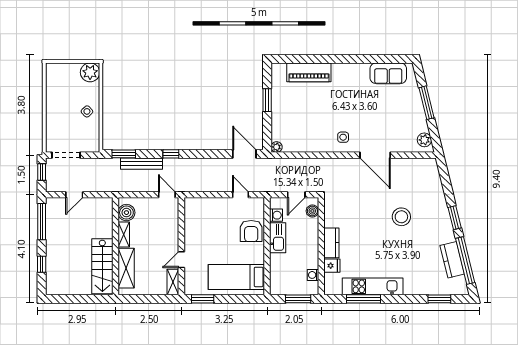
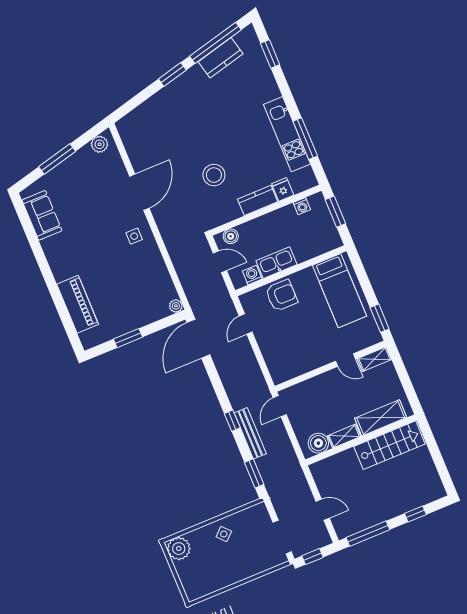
door: (244, 154) -> (198, 339), width x1.36
bench: (141, 164) -> (250, 433), moved
stool: (401, 217) -> (214, 175), moved

